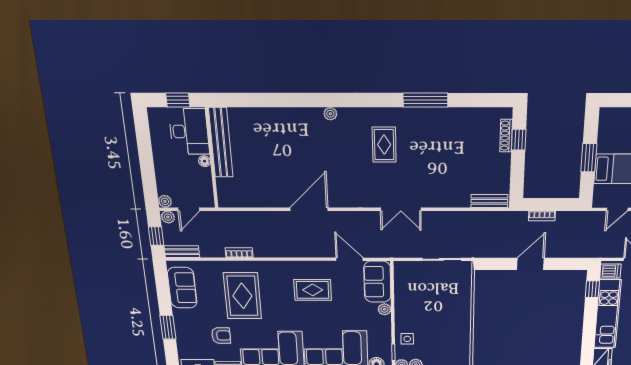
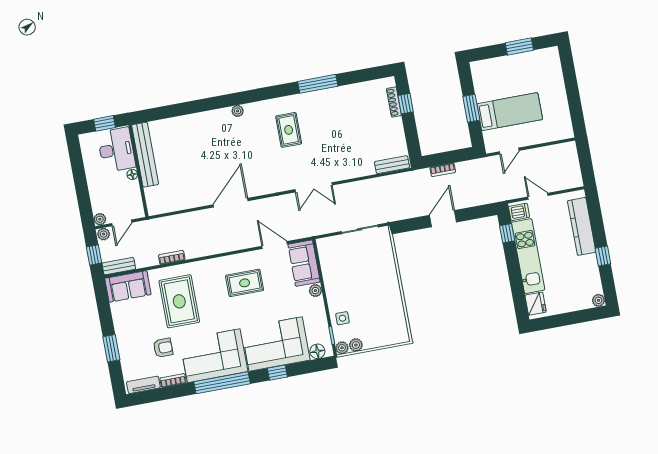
sofa: (182, 288) -> (128, 286), moved, turned 90

